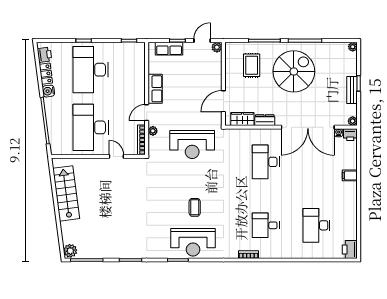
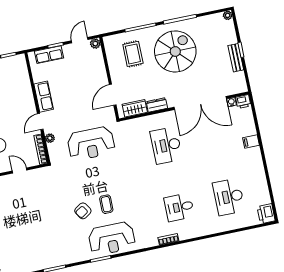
plant: (353, 121) -> (243, 88), removed
armchair: (170, 209) -> (83, 211), added

